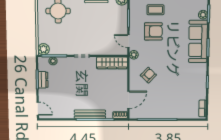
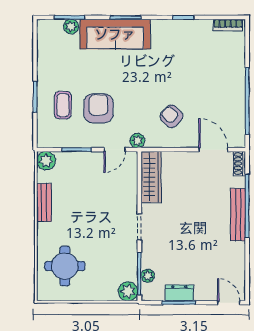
door: (38, 109) -> (229, 303), hinge flipped

